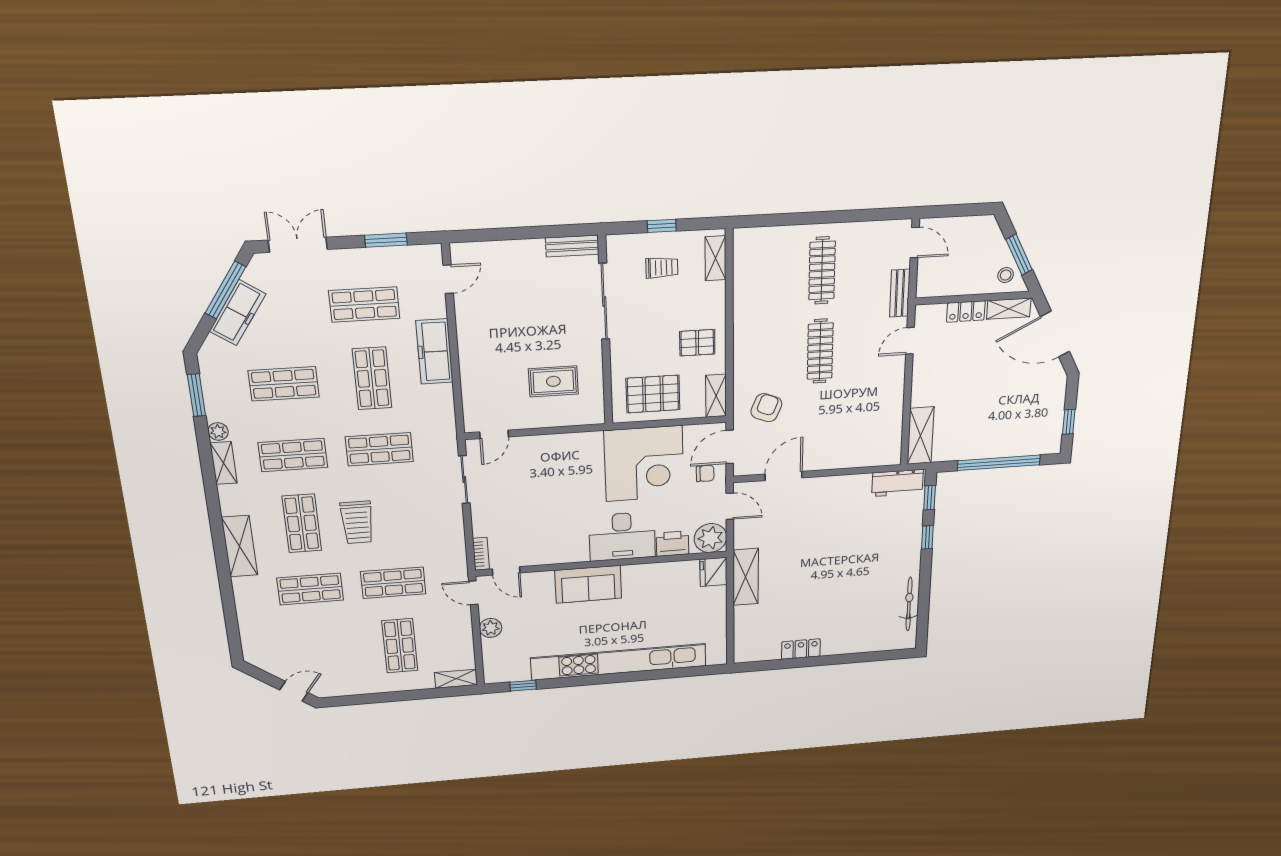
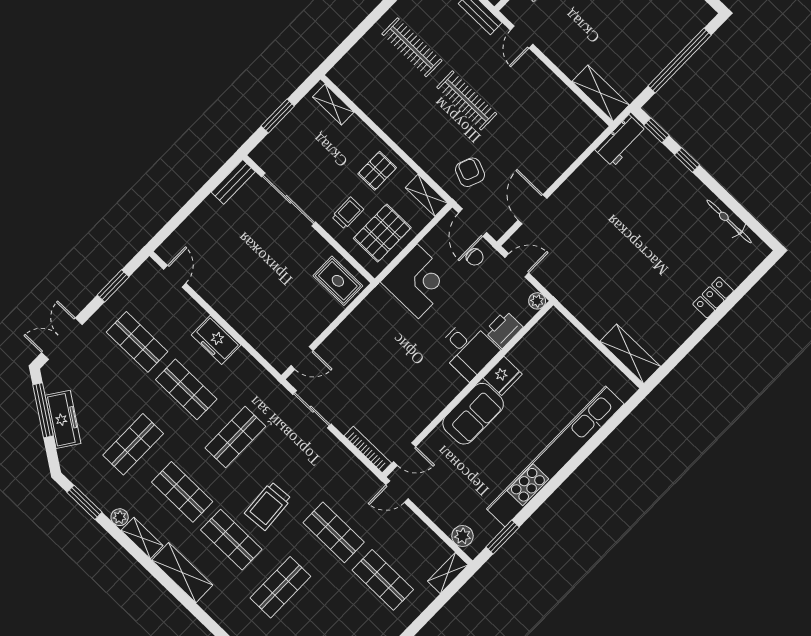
window: (662, 226) -> (278, 116), width x1.50
trolley: (662, 268) -> (348, 213), moved
shop shelf: (364, 305) -> (137, 342), turned 90
freezer: (434, 352) -> (216, 340), width x0.71
rug: (553, 381) -> (338, 281), moved, turned 90
door: (494, 434) -> (302, 358), hinge flipped
shop shelf: (293, 455) -> (182, 492), turned 90
corner desk: (644, 464) -> (418, 281), width x0.74, depth x0.74
chair: (705, 473) -> (475, 257), turned 90
trolley: (357, 522) -> (268, 506), turned 86
desk: (622, 536) -> (468, 349), width x0.73
plant: (710, 538) -> (537, 301), width x0.53, depth x0.53
shelving: (240, 546) -> (182, 573), moved
bookcase: (481, 554) -> (368, 449), width x1.56
fridge: (713, 572) -> (503, 376), moved, turned -90
shelving: (746, 577) -> (630, 354), moved
shop shelf: (393, 583) -> (334, 532), turned 90
plant: (491, 628) -> (462, 536), moved
locker: (801, 649) -> (713, 297), moved
window: (523, 686) -> (503, 537), width x1.50

